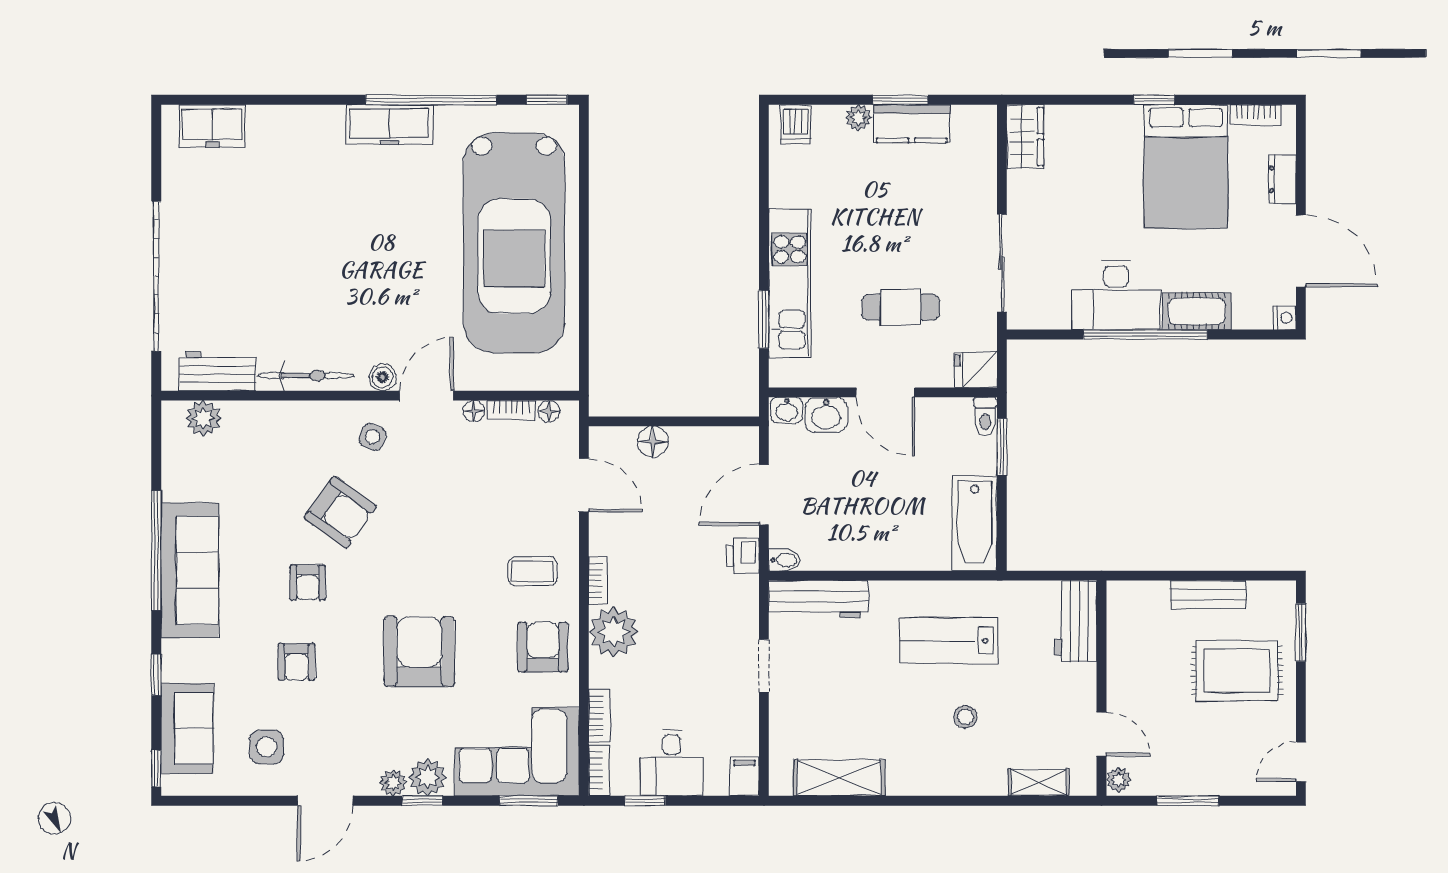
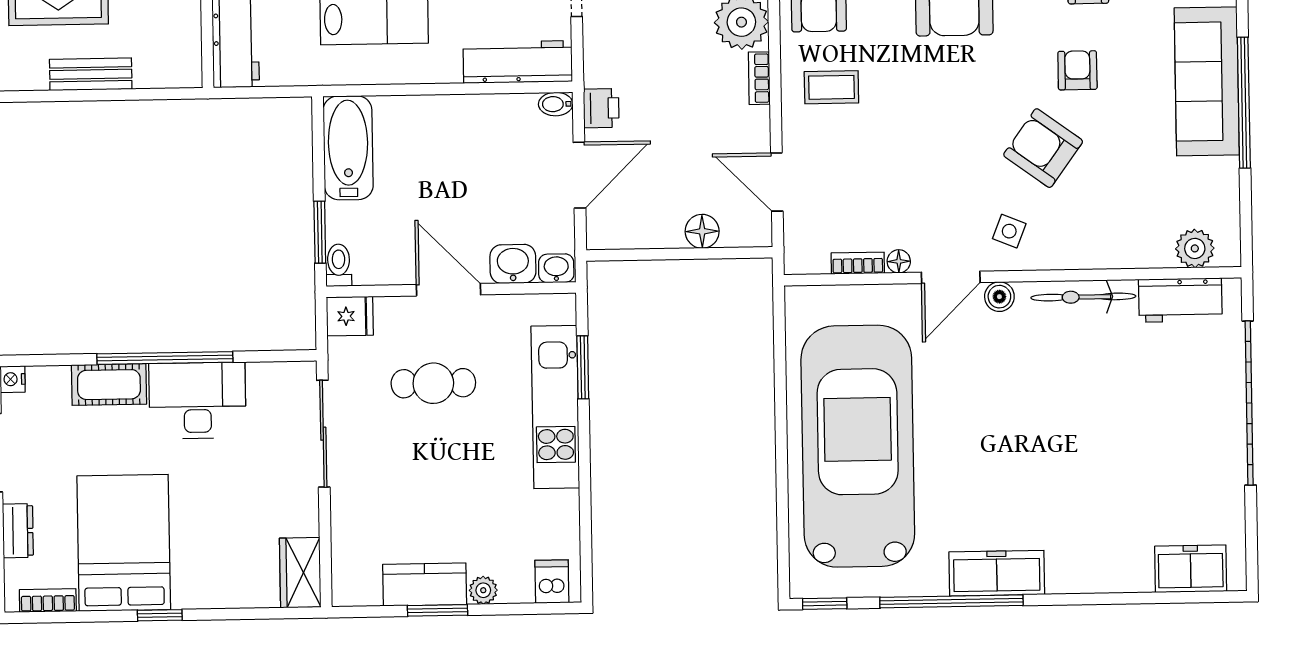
floor lamp: (549, 411) -> (816, 263), removed

